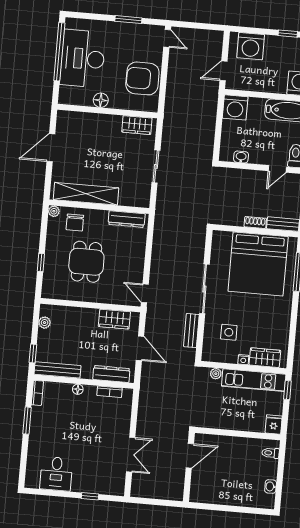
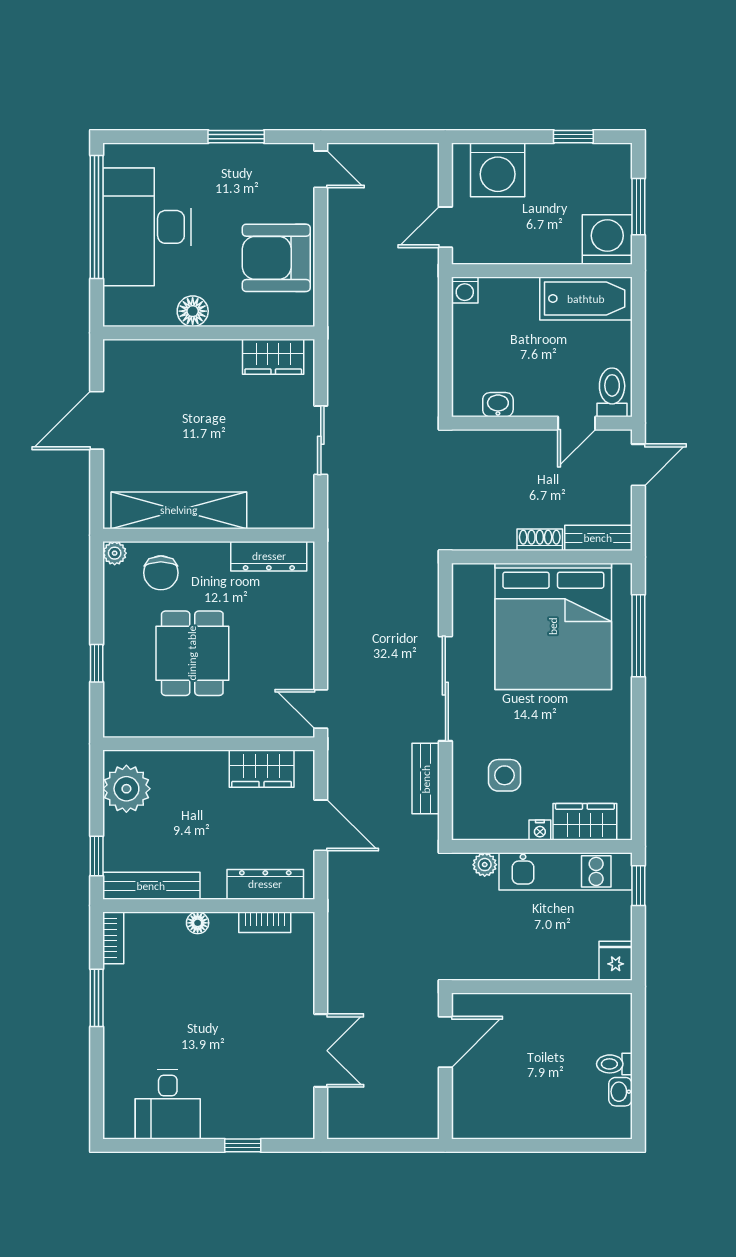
washing machine: (235, 107) -> (465, 290), width x0.53, depth x0.53
plant: (45, 323) -> (126, 789), width x1.87, depth x1.87
toilet: (271, 453) -> (614, 1064), moved

